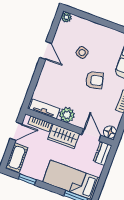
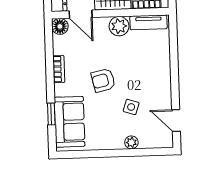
plant: (66, 17) -> (131, 142), moved
door: (46, 50) -> (176, 120), moved

